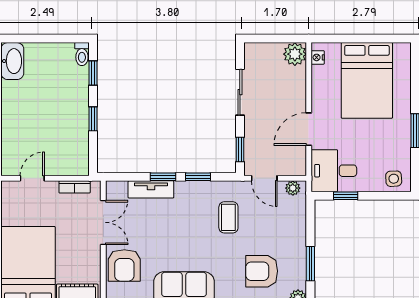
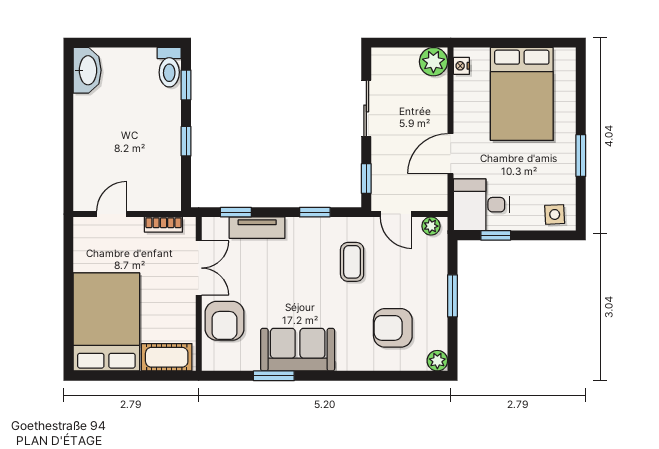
toilet: (82, 54) -> (169, 67), width x1.37, depth x1.39
window: (163, 177) -> (236, 212), moved
window: (310, 264) -> (452, 296), moved

